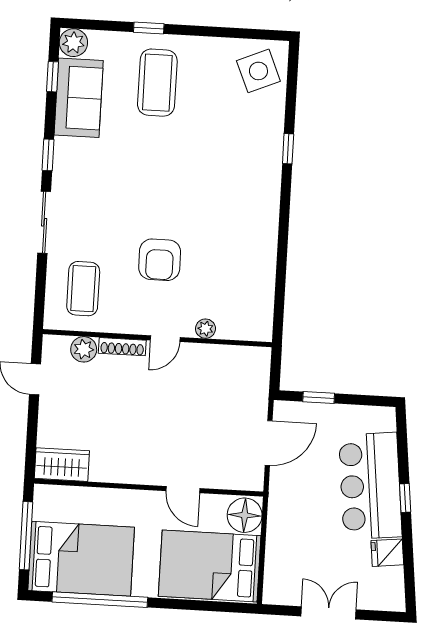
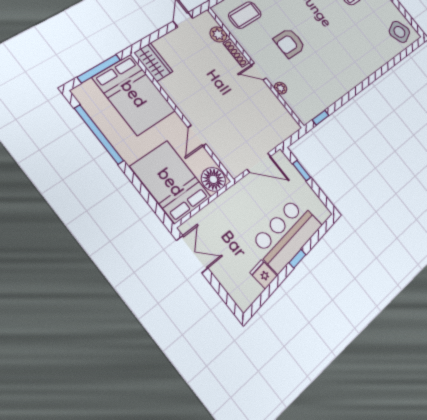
window: (288, 149) -> (321, 118), moved
bed: (81, 559) -> (134, 94), moved
double door: (328, 613) -> (192, 254), moved

